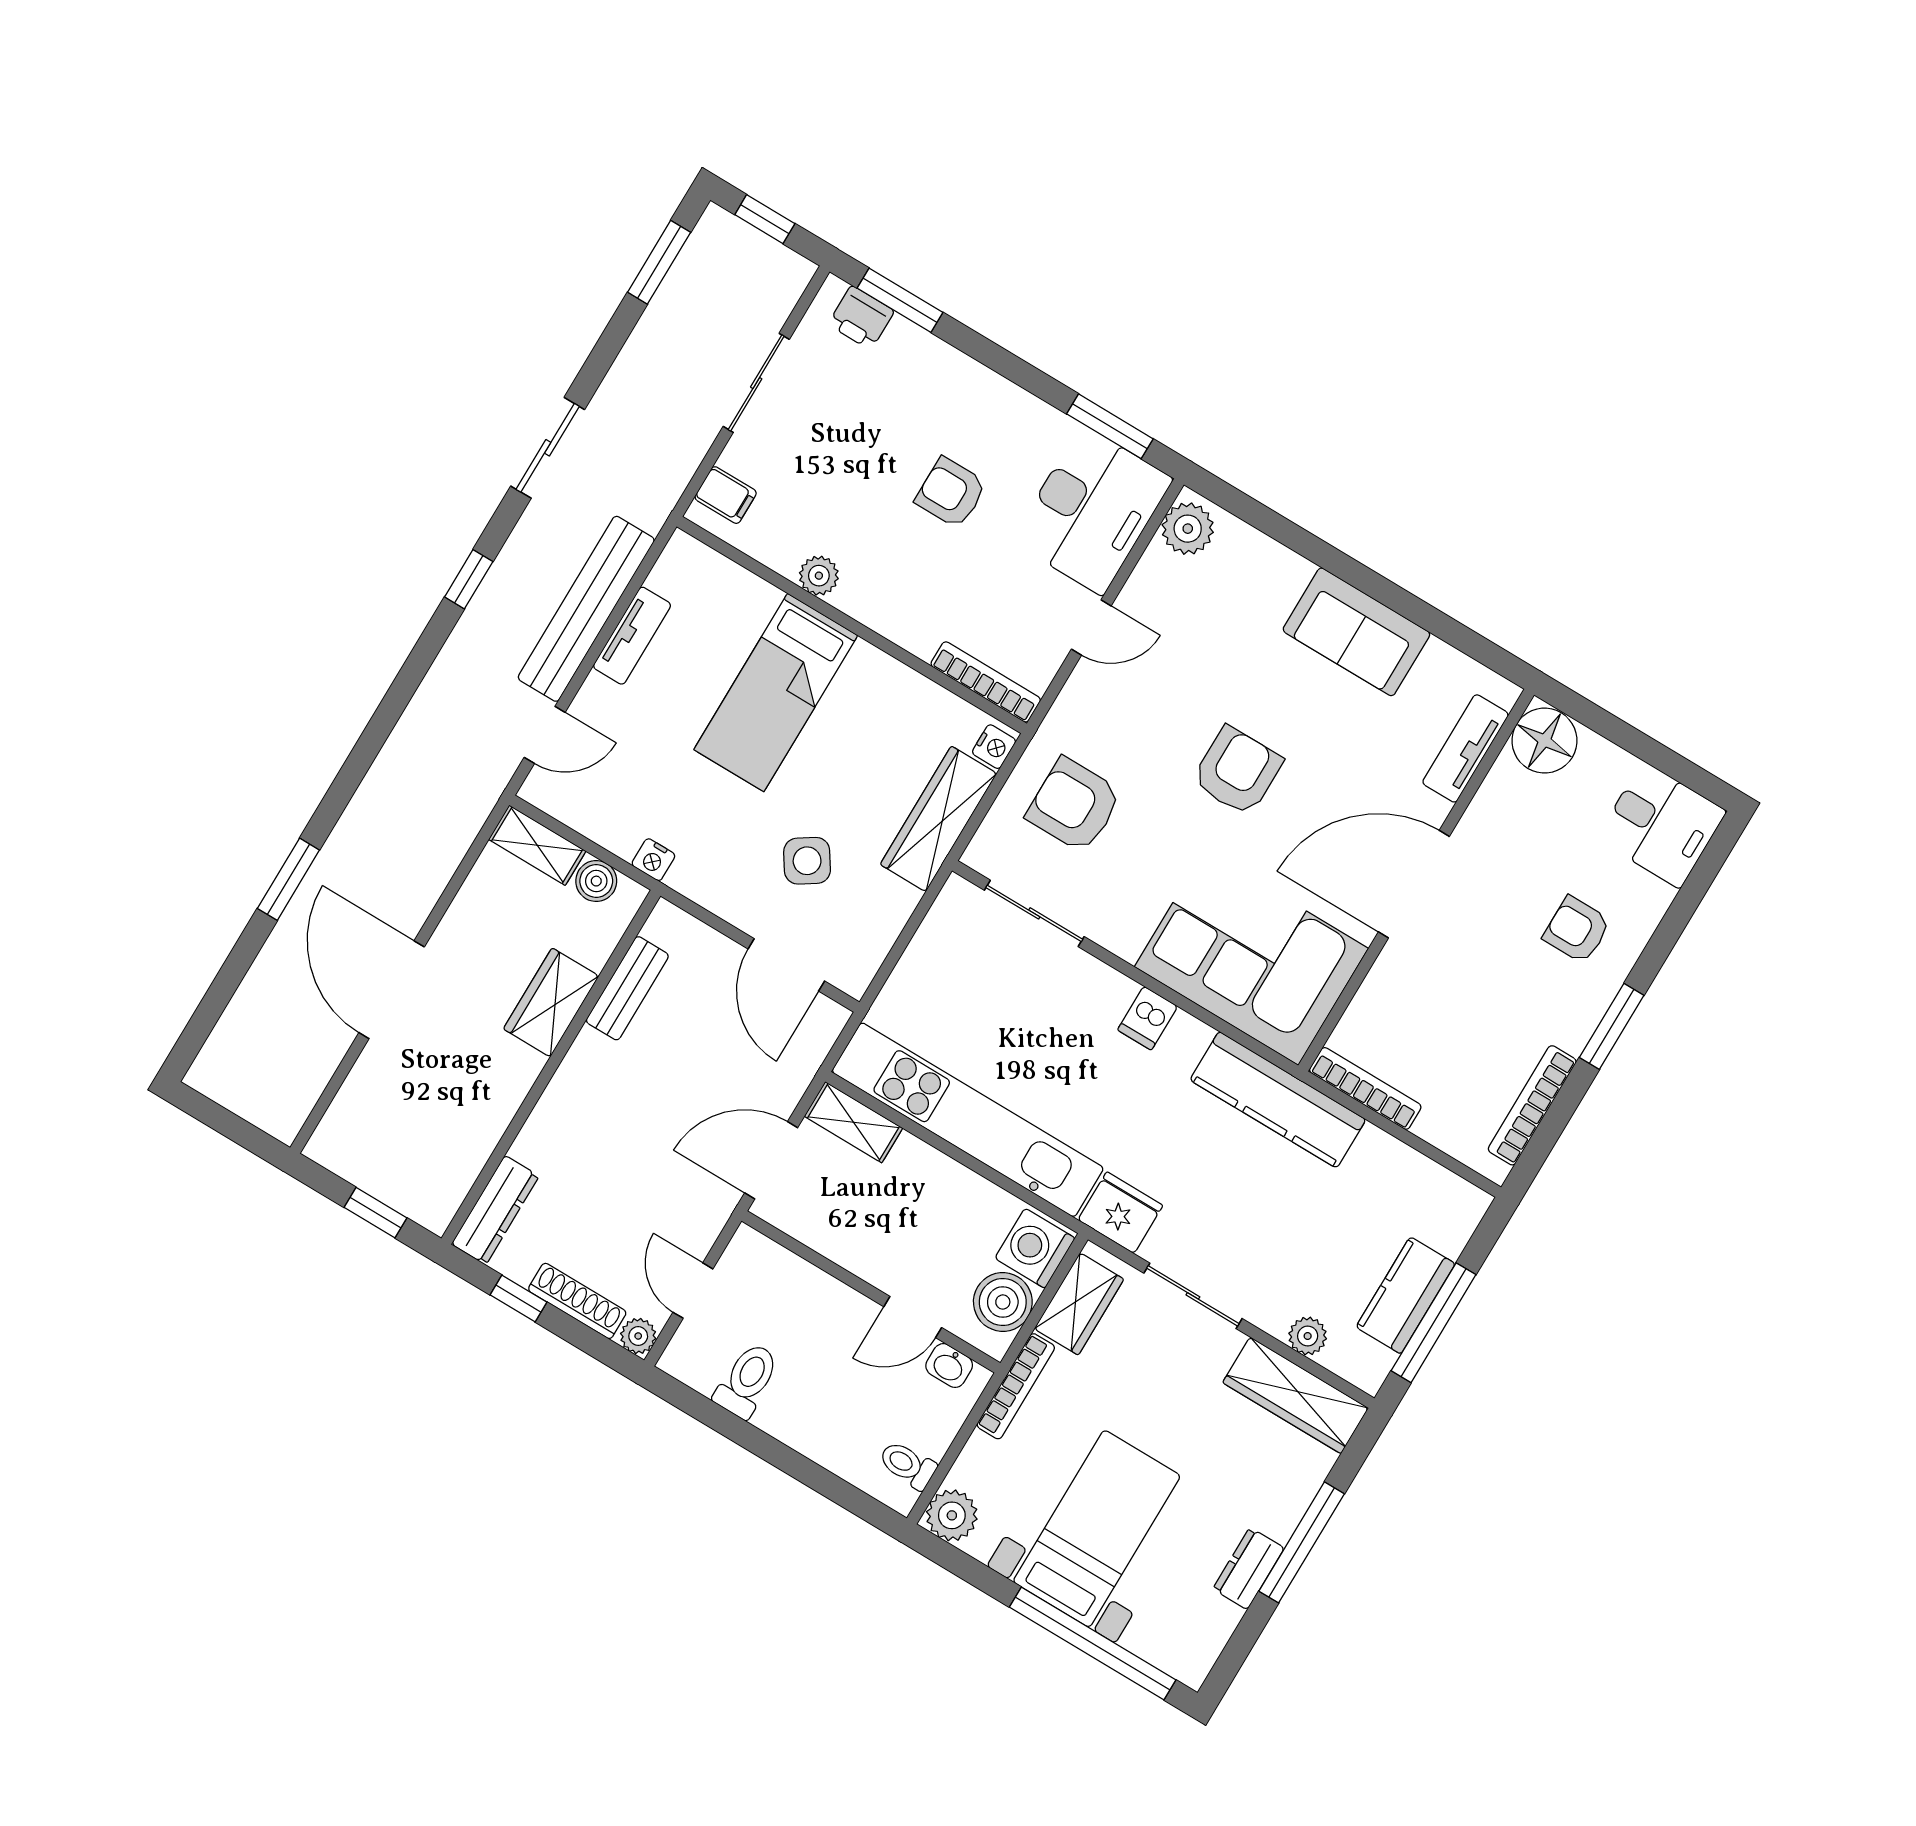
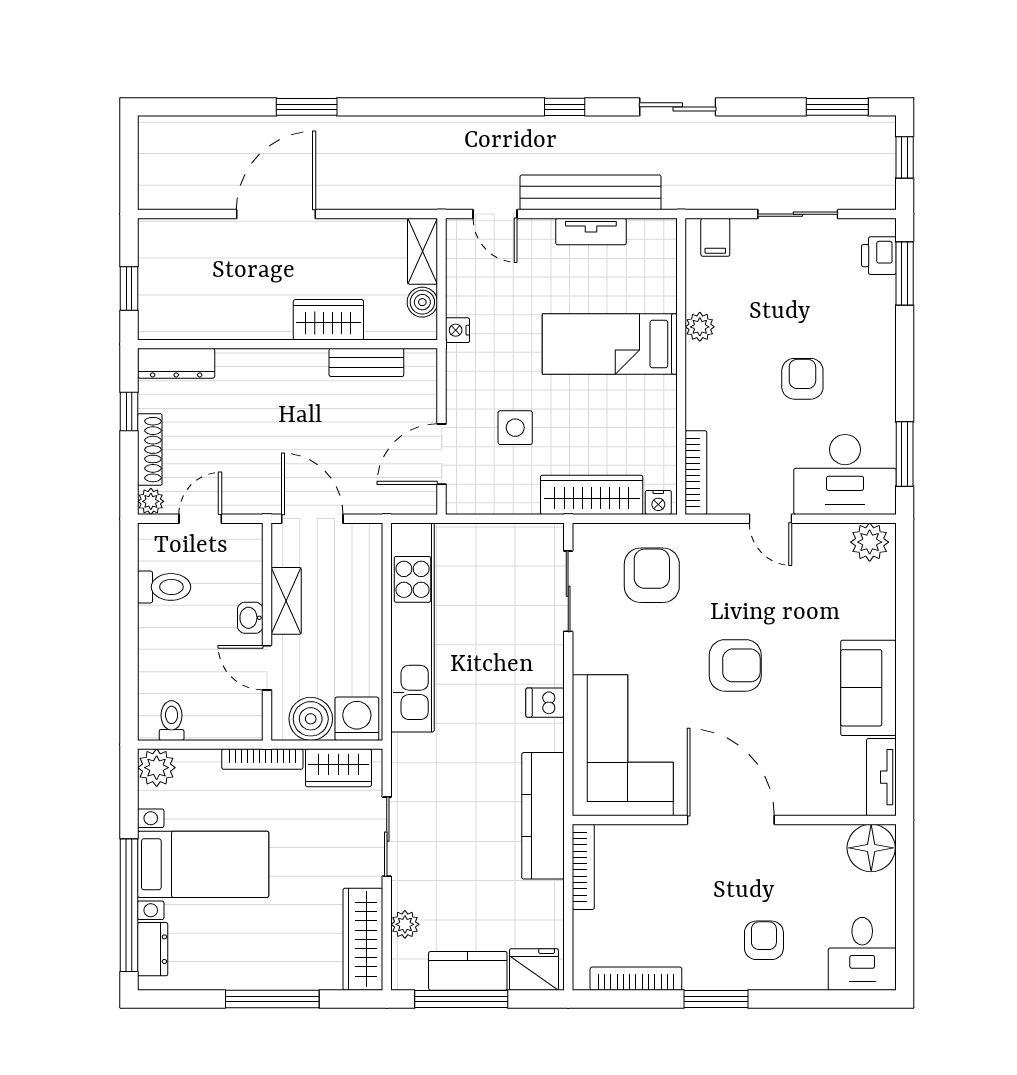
tv unit: (1465, 748) -> (881, 777), moved, turned -90
side table: (807, 861) -> (515, 428), turned 33
shelving: (853, 1122) -> (286, 601), moved
fridge: (1120, 1213) -> (534, 969), moved, turned -90
washbasin: (949, 1366) -> (250, 618), moved
dresser: (1249, 1569) -> (153, 949), moved, turned 90

